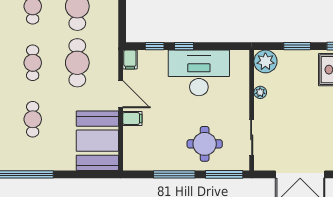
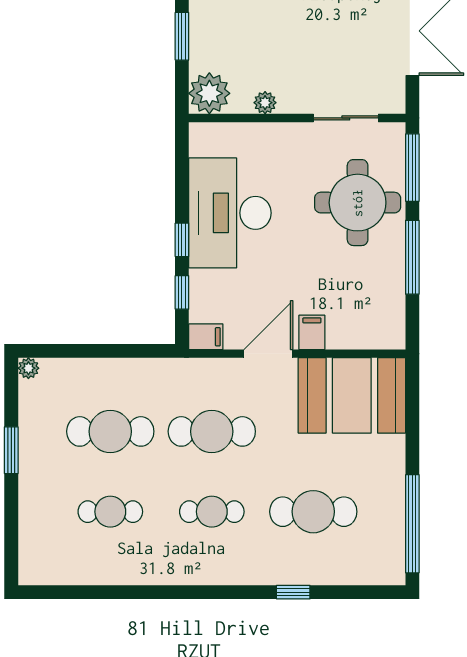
cafe table: (33, 119) -> (313, 512), width x1.37, depth x1.35
round table: (205, 144) -> (358, 203), width x1.36, depth x1.36

